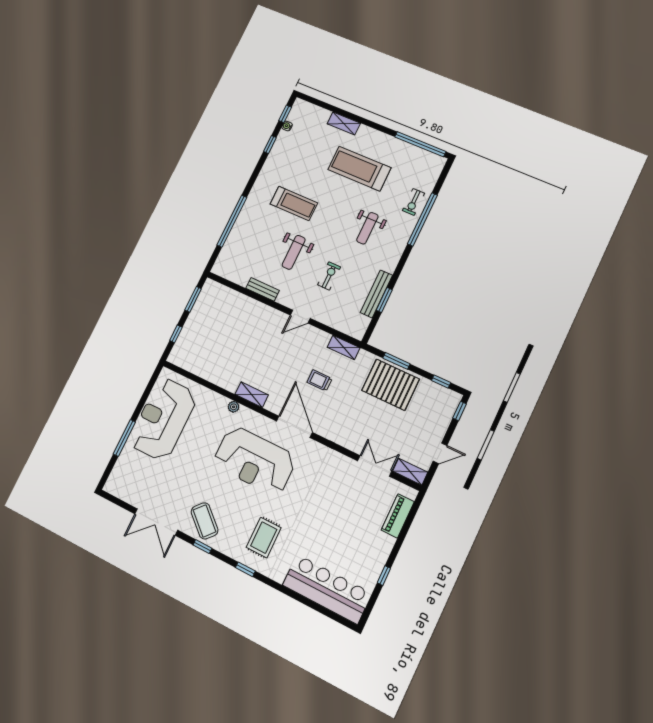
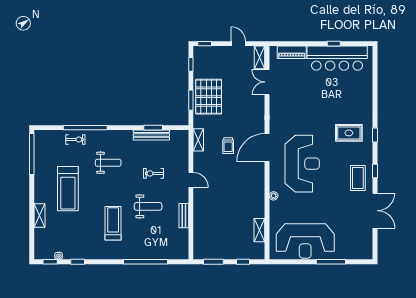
shelving: (252, 395) -> (259, 230), moved
coffee table: (205, 521) -> (358, 178), turned -42
bar counter: (327, 589) -> (337, 58), moved, turned -90

